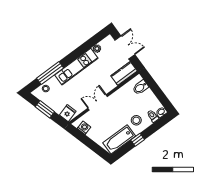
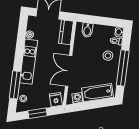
double door: (98, 102) -> (69, 71), width x1.37
bathtub: (119, 139) -> (97, 93), moved, turned 74
window: (138, 140) -> (123, 68), width x3.17

